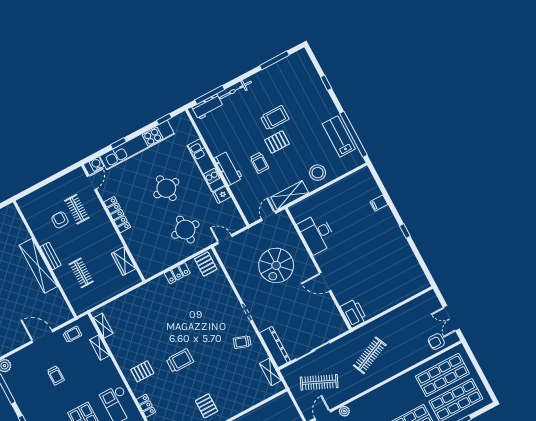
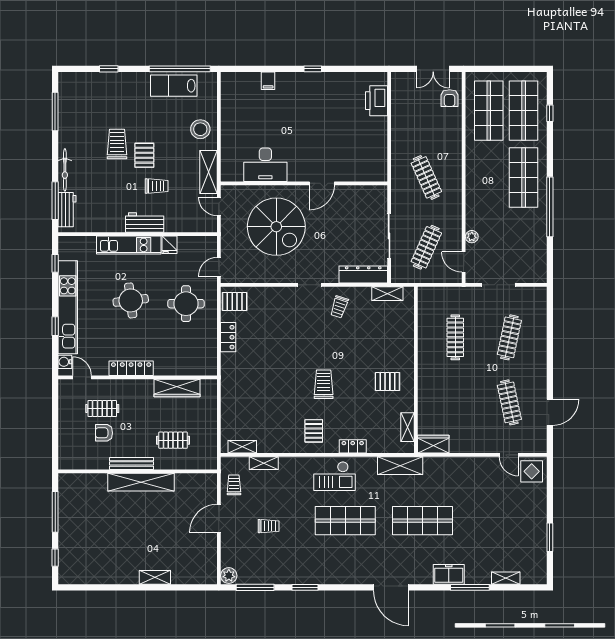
bench: (51, 256) -> (132, 463), width x1.36
wardrobe: (124, 261) -> (177, 388), width x1.50
spiral stairs: (276, 265) -> (276, 227), width x1.37, depth x1.37
printer: (354, 313) -> (376, 101), moved, turned -90

